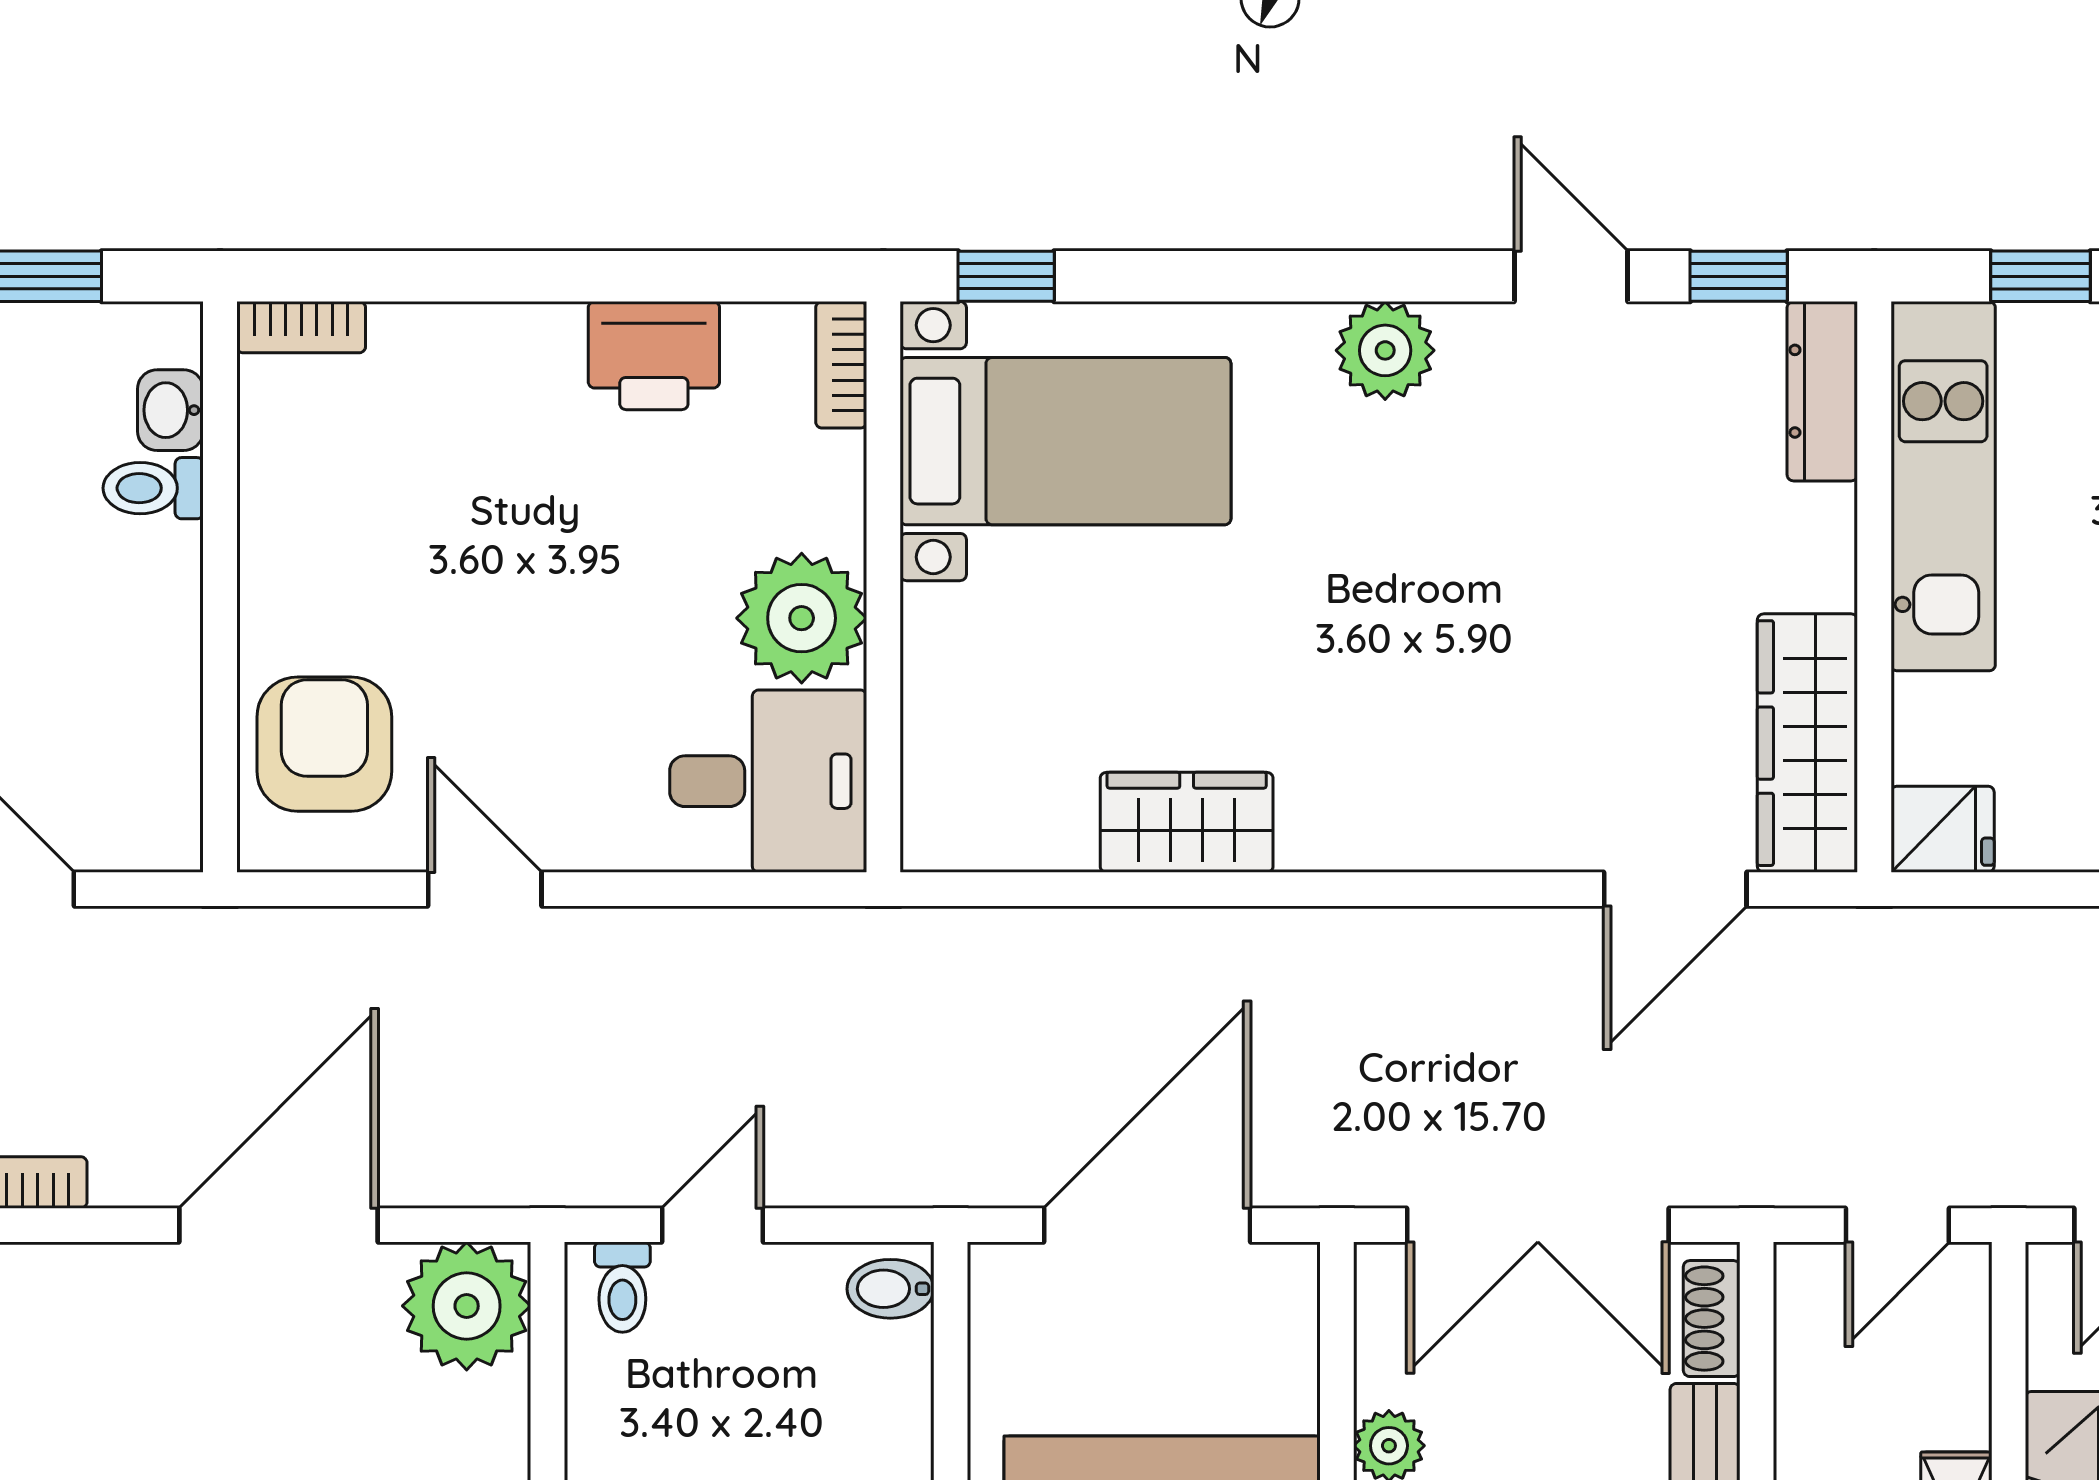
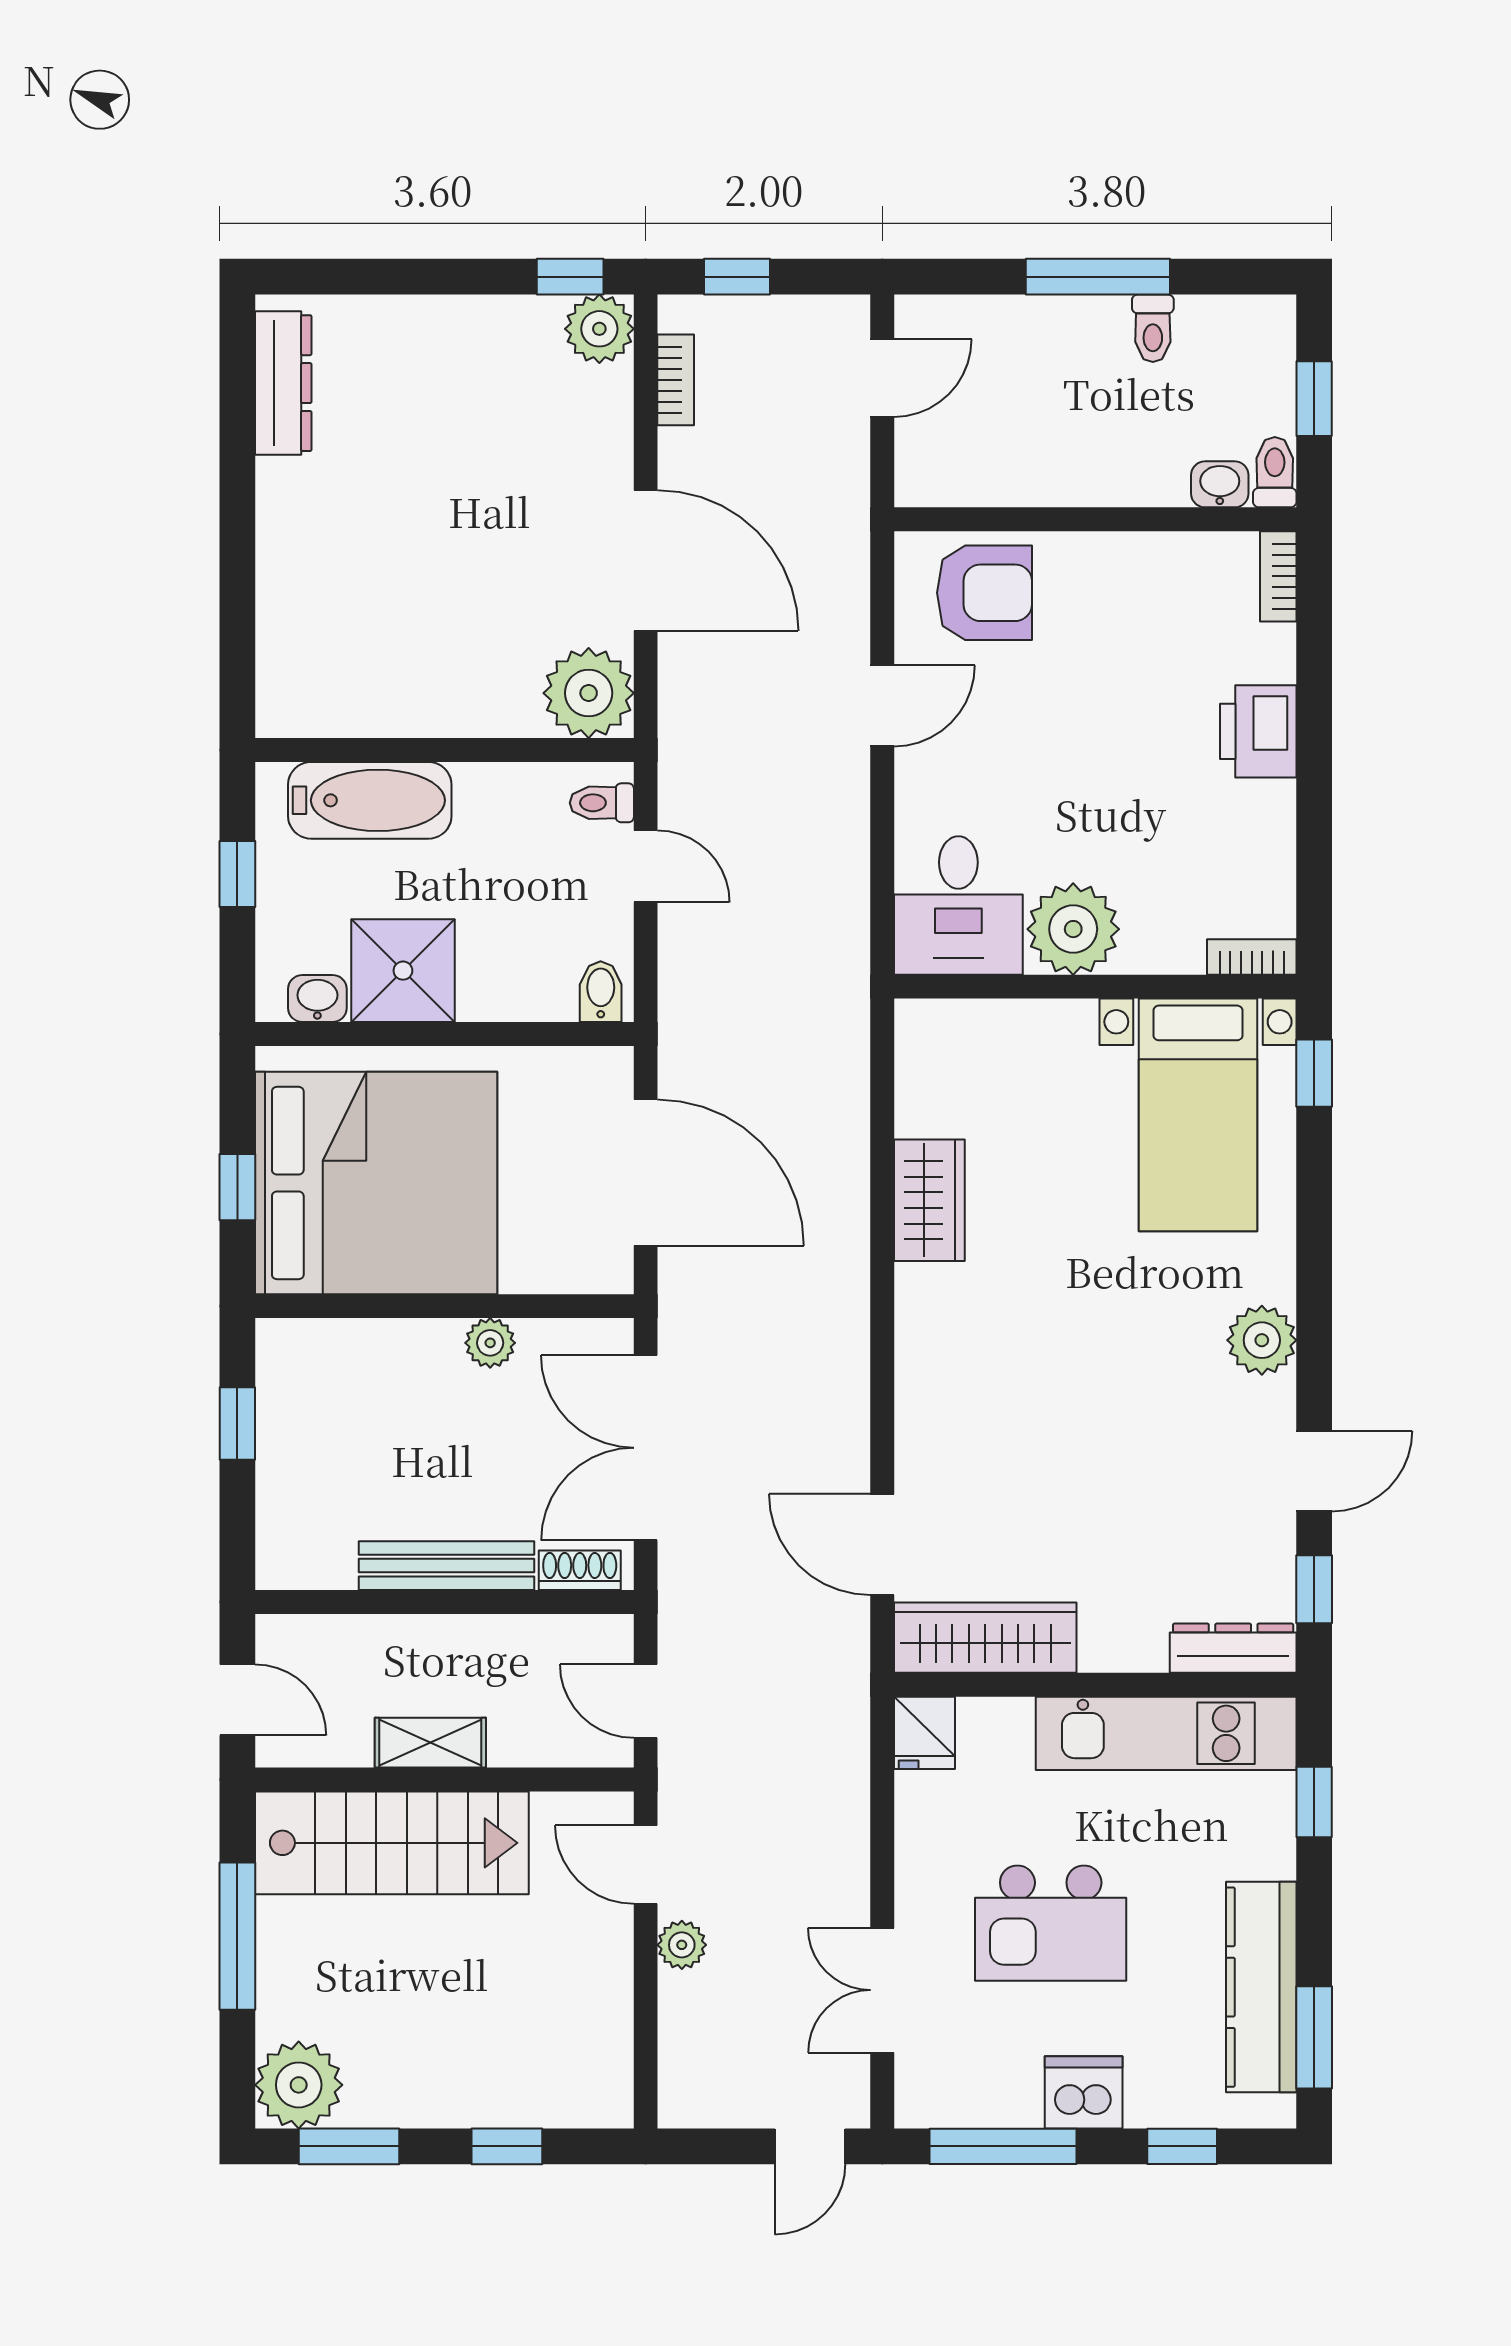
printer: (654, 356) -> (1258, 731), moved
toilet: (153, 488) -> (1275, 472), moved

